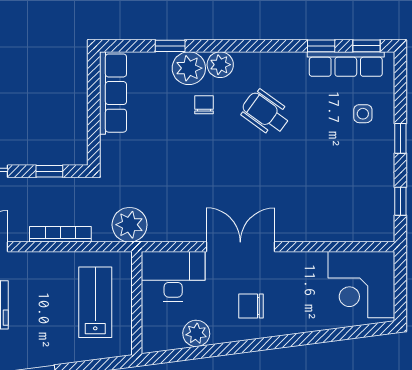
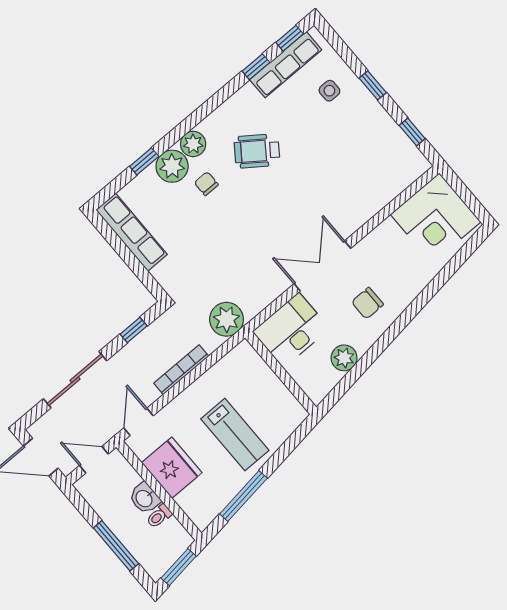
lab bench: (95, 302) -> (235, 435), moved, turned 180

